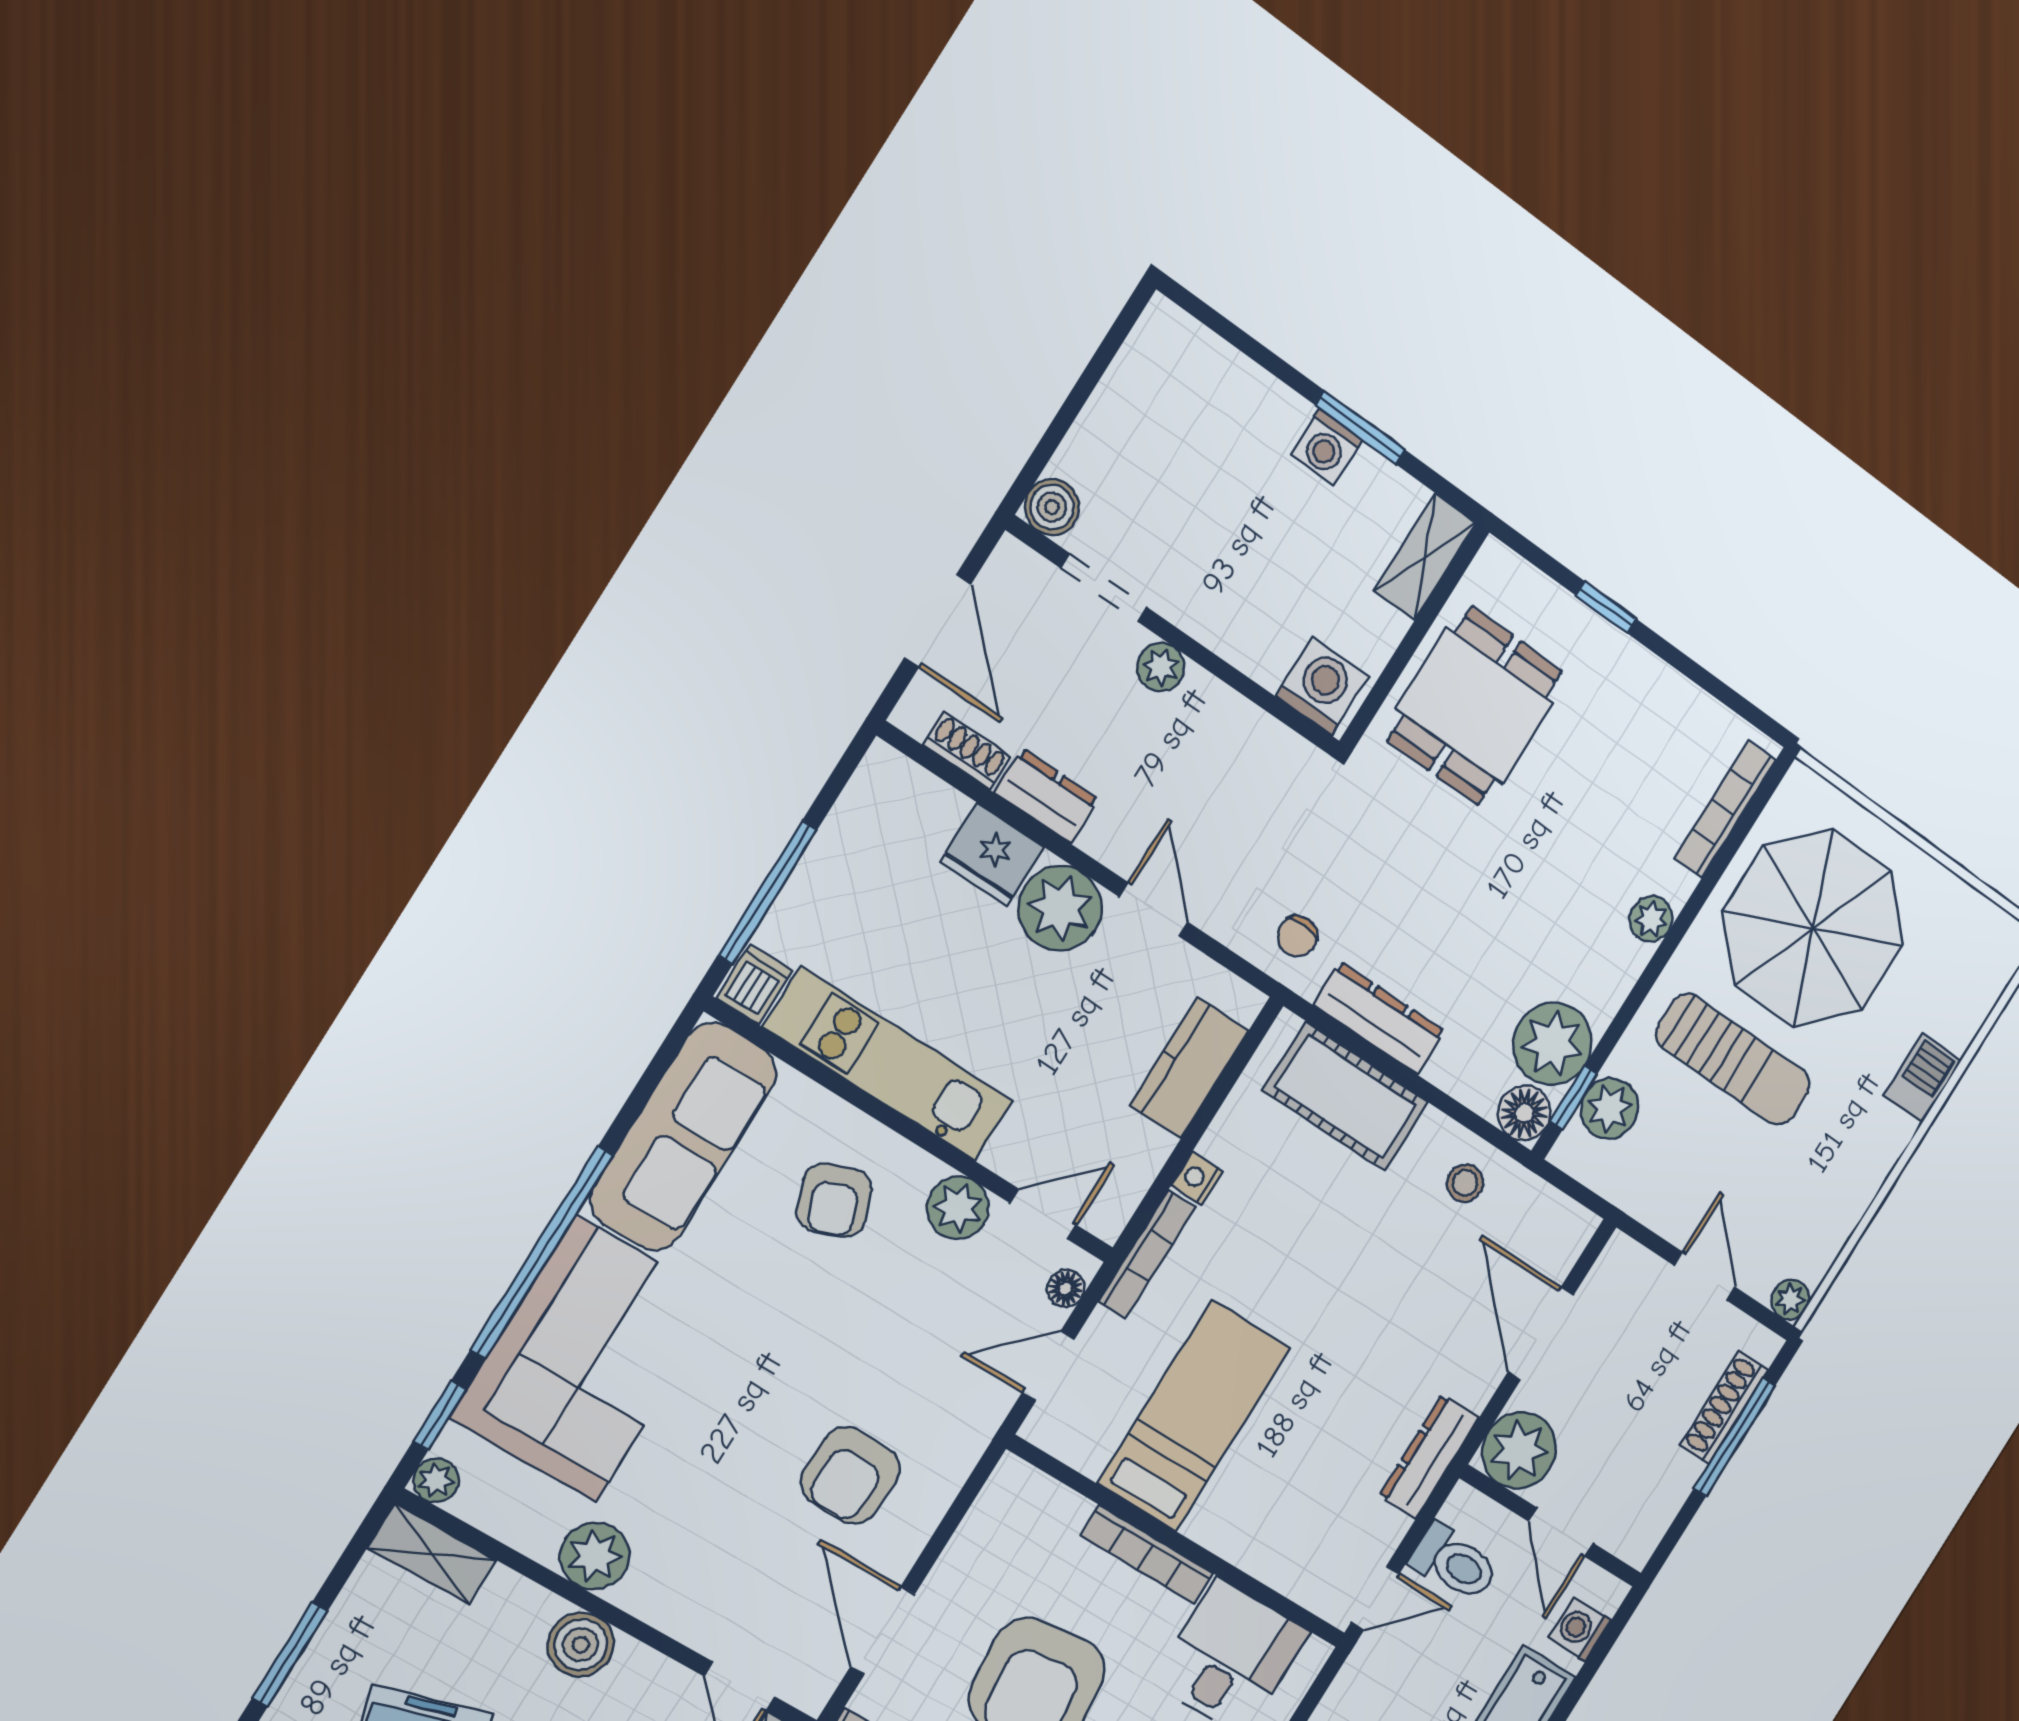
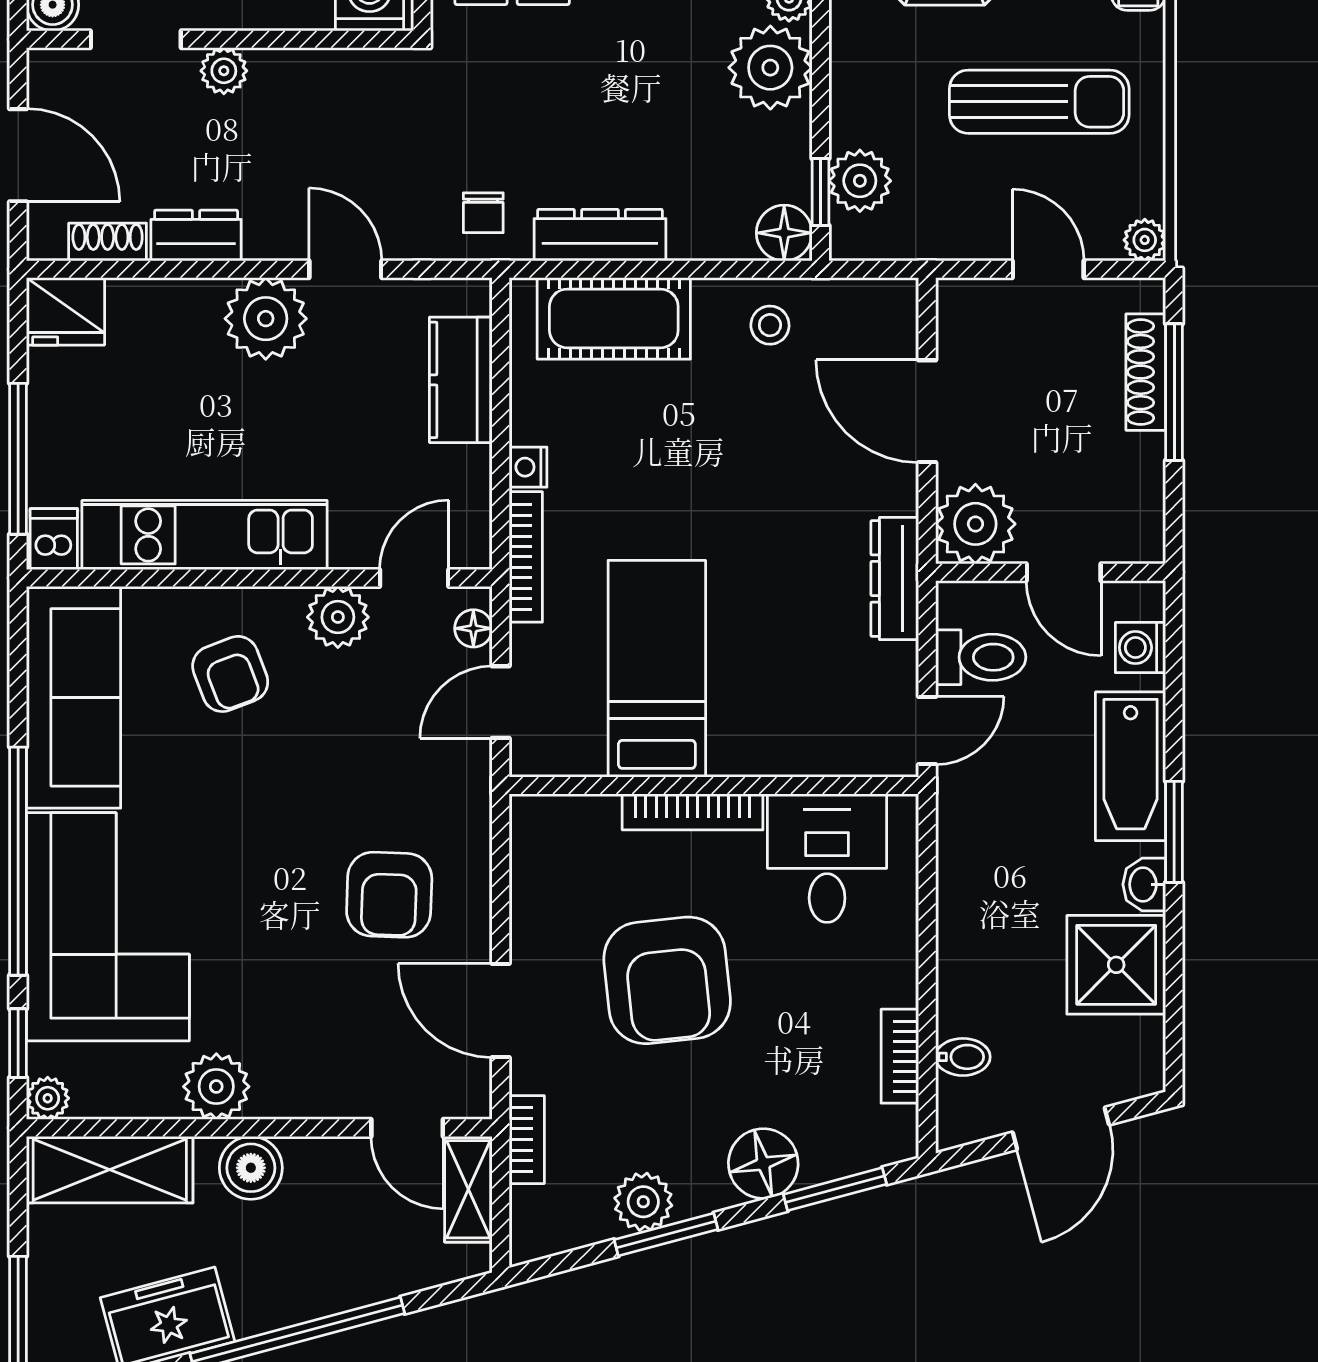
fridge: (992, 854) -> (66, 311), moved
plant: (1553, 1044) -> (770, 68), moved
sun lounger: (1733, 1059) -> (1039, 102), moved
shelving: (432, 1554) -> (110, 1170), width x1.50, depth x1.33

